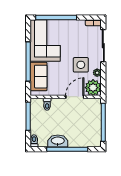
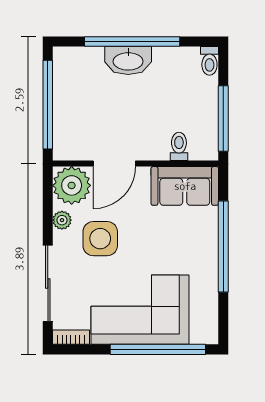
corner sofa: (45, 40) -> (140, 310), moved, turned 90
sofa: (39, 77) -> (185, 186), moved, turned -90
washbasin: (58, 141) -> (128, 61), moved

